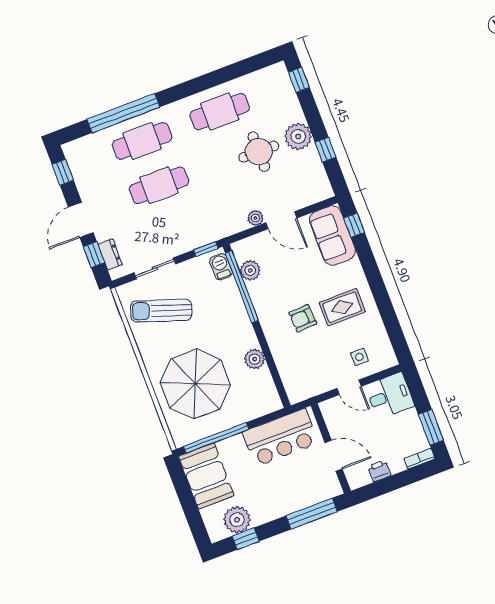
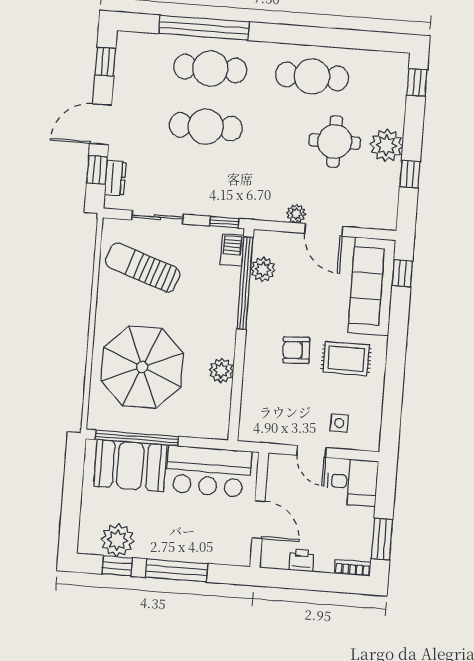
sofa: (332, 236) -> (372, 286), width x1.36
booth: (206, 476) -> (130, 466), moved, turned 90
window: (312, 514) -> (177, 570), moved

